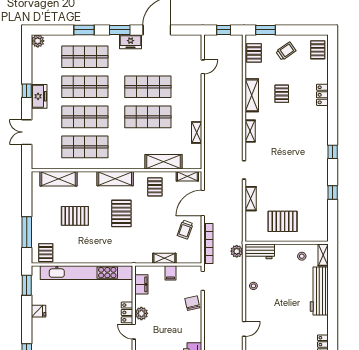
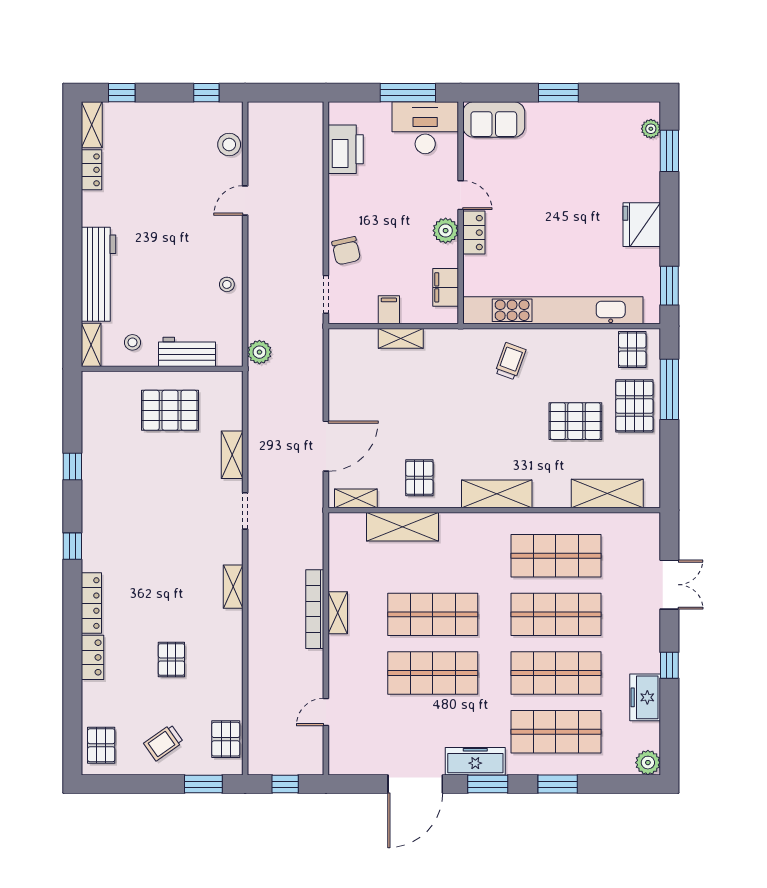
freezer: (131, 42) -> (475, 761), width x1.40
shelving: (252, 95) -> (230, 656), removed
freezer: (39, 96) -> (645, 697), moved
locker: (323, 123) -> (91, 603), added
shelving: (197, 132) -> (338, 613), moved
pallet: (121, 213) -> (634, 406), moved
trolley: (185, 230) -> (510, 361), moved
bookcase: (208, 243) -> (315, 609), moved
workbench: (260, 251) -> (187, 352), moved
fridge: (38, 311) -> (642, 225), width x1.88, depth x1.34

